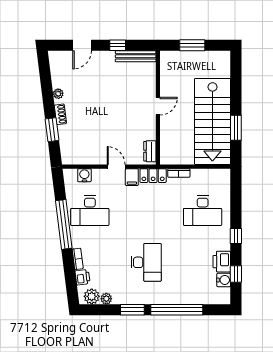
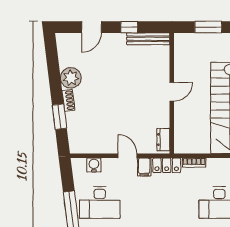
plant: (58, 94) -> (71, 78), width x1.88, depth x1.88

